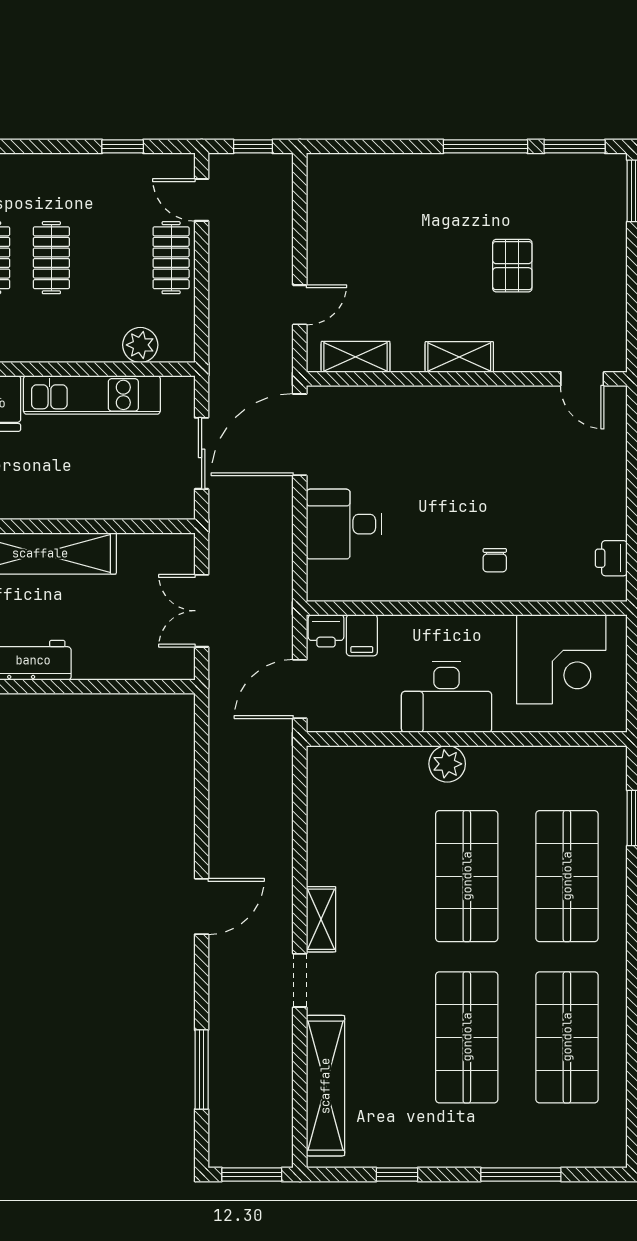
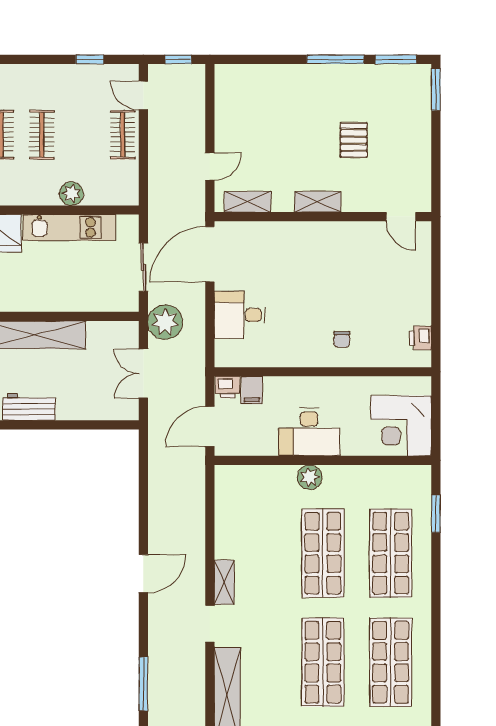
plant: (140, 345) -> (71, 194), moved
plant: (234, 535) -> (165, 322), added
corner desk: (561, 659) -> (401, 426), moved, turned 90

